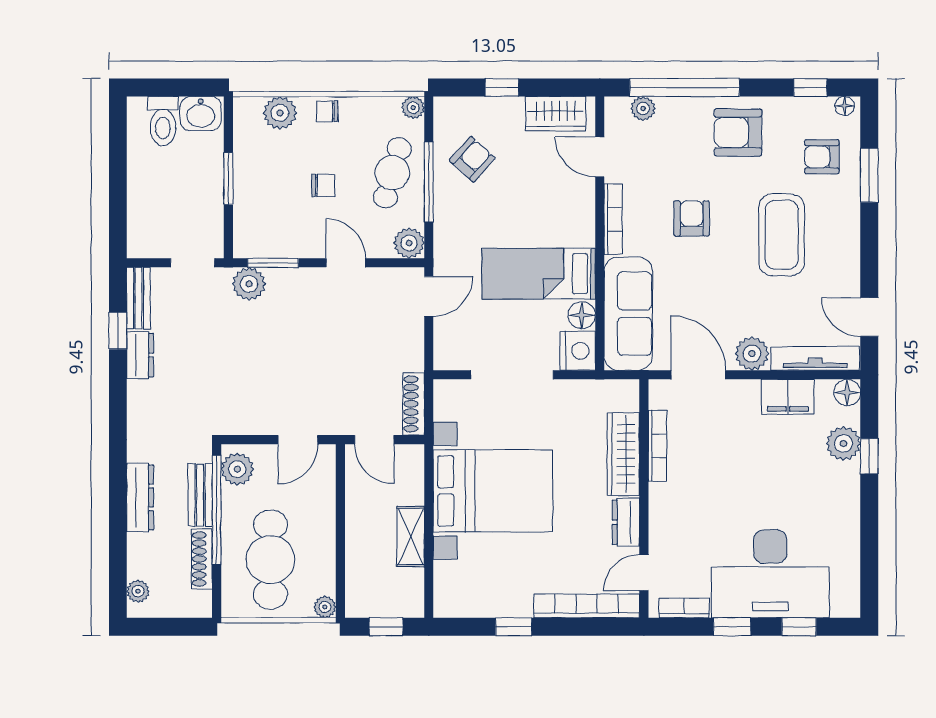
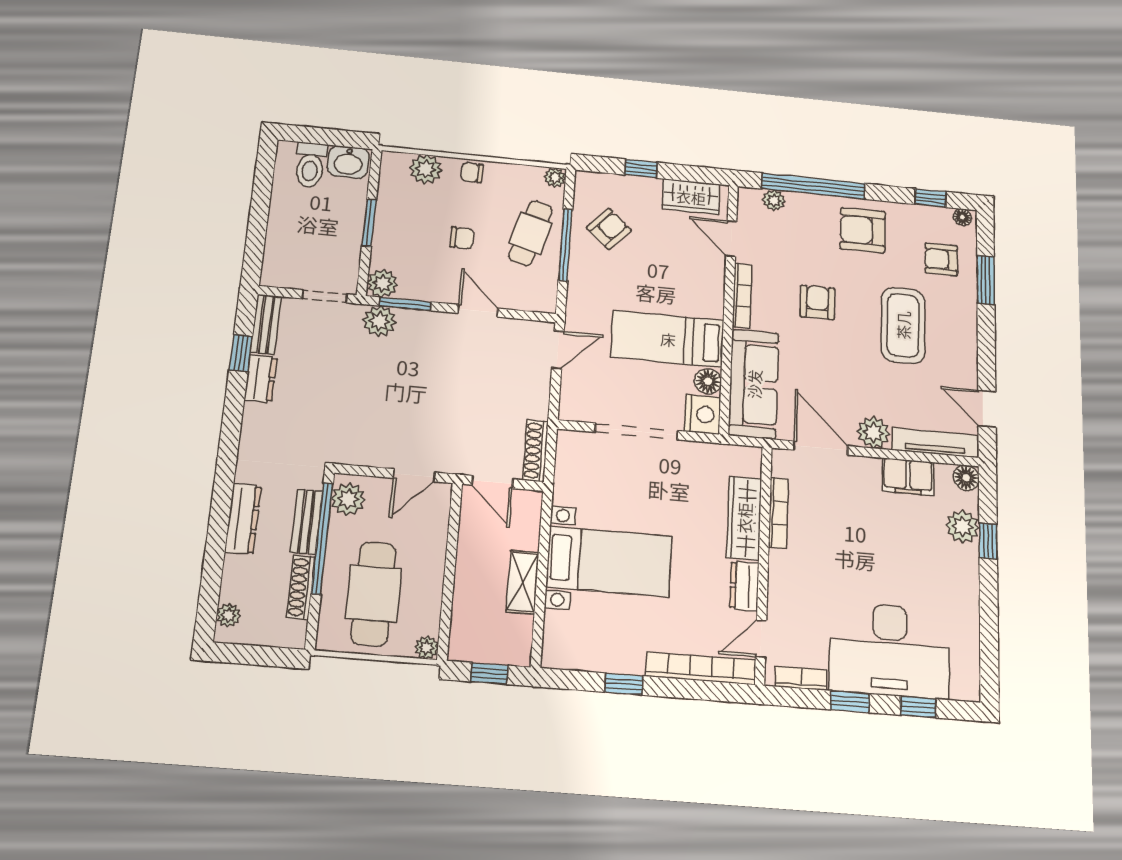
plant: (409, 243) -> (382, 283), moved
bed with nightstands: (493, 491) -> (609, 561), width x0.73

